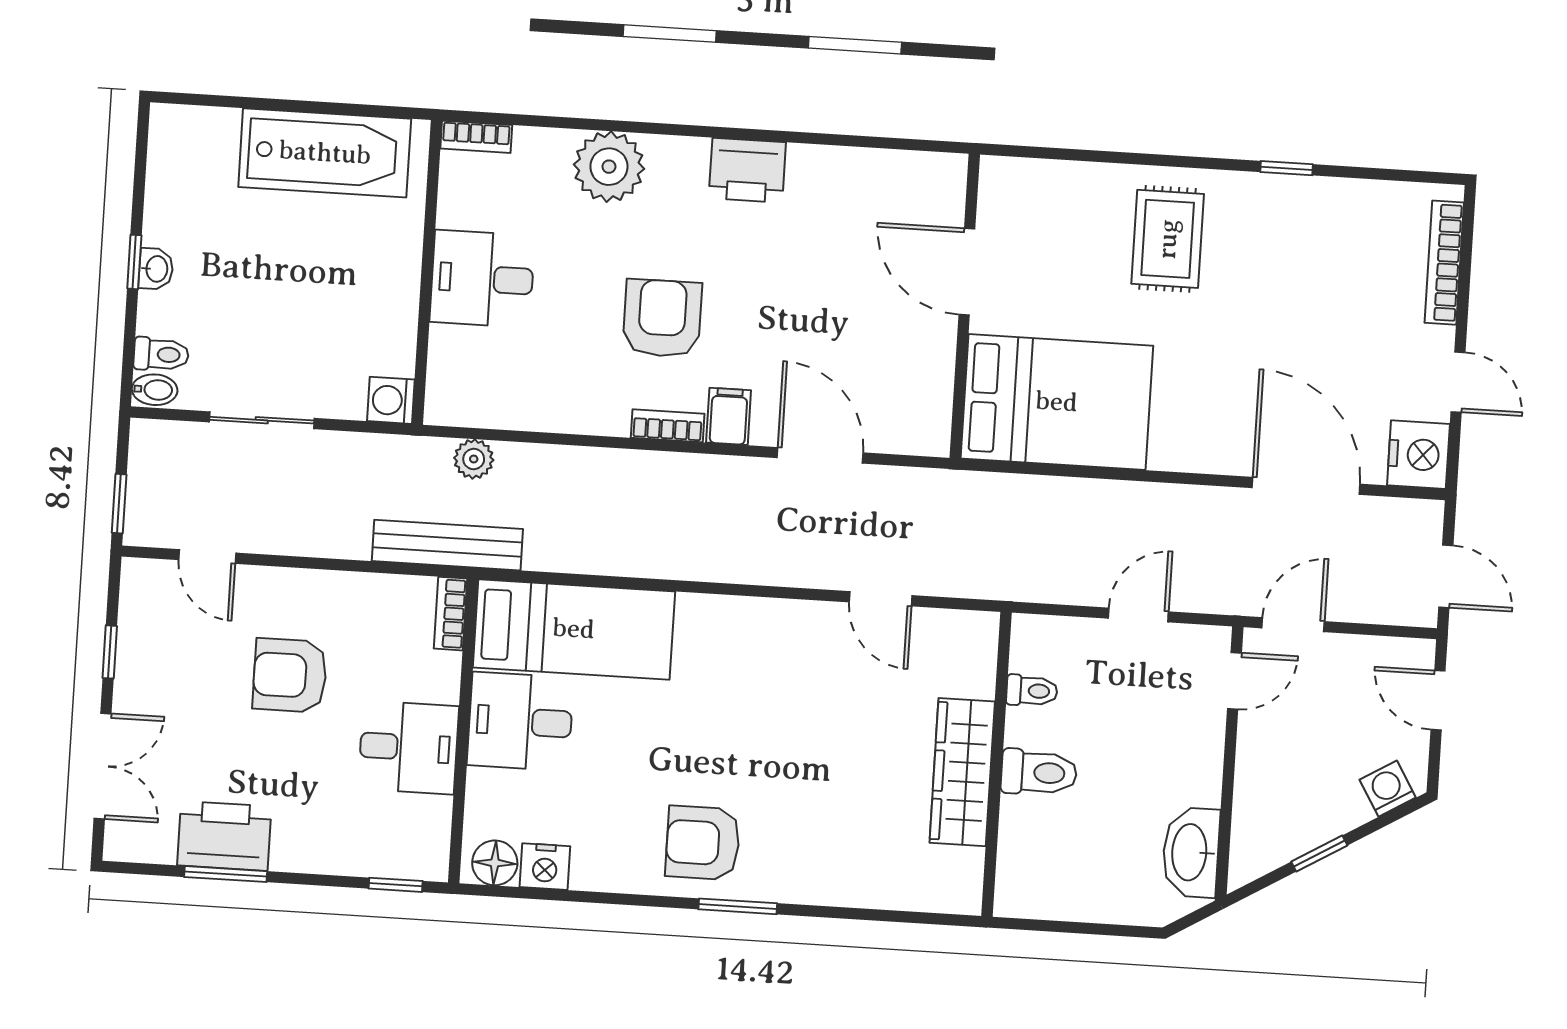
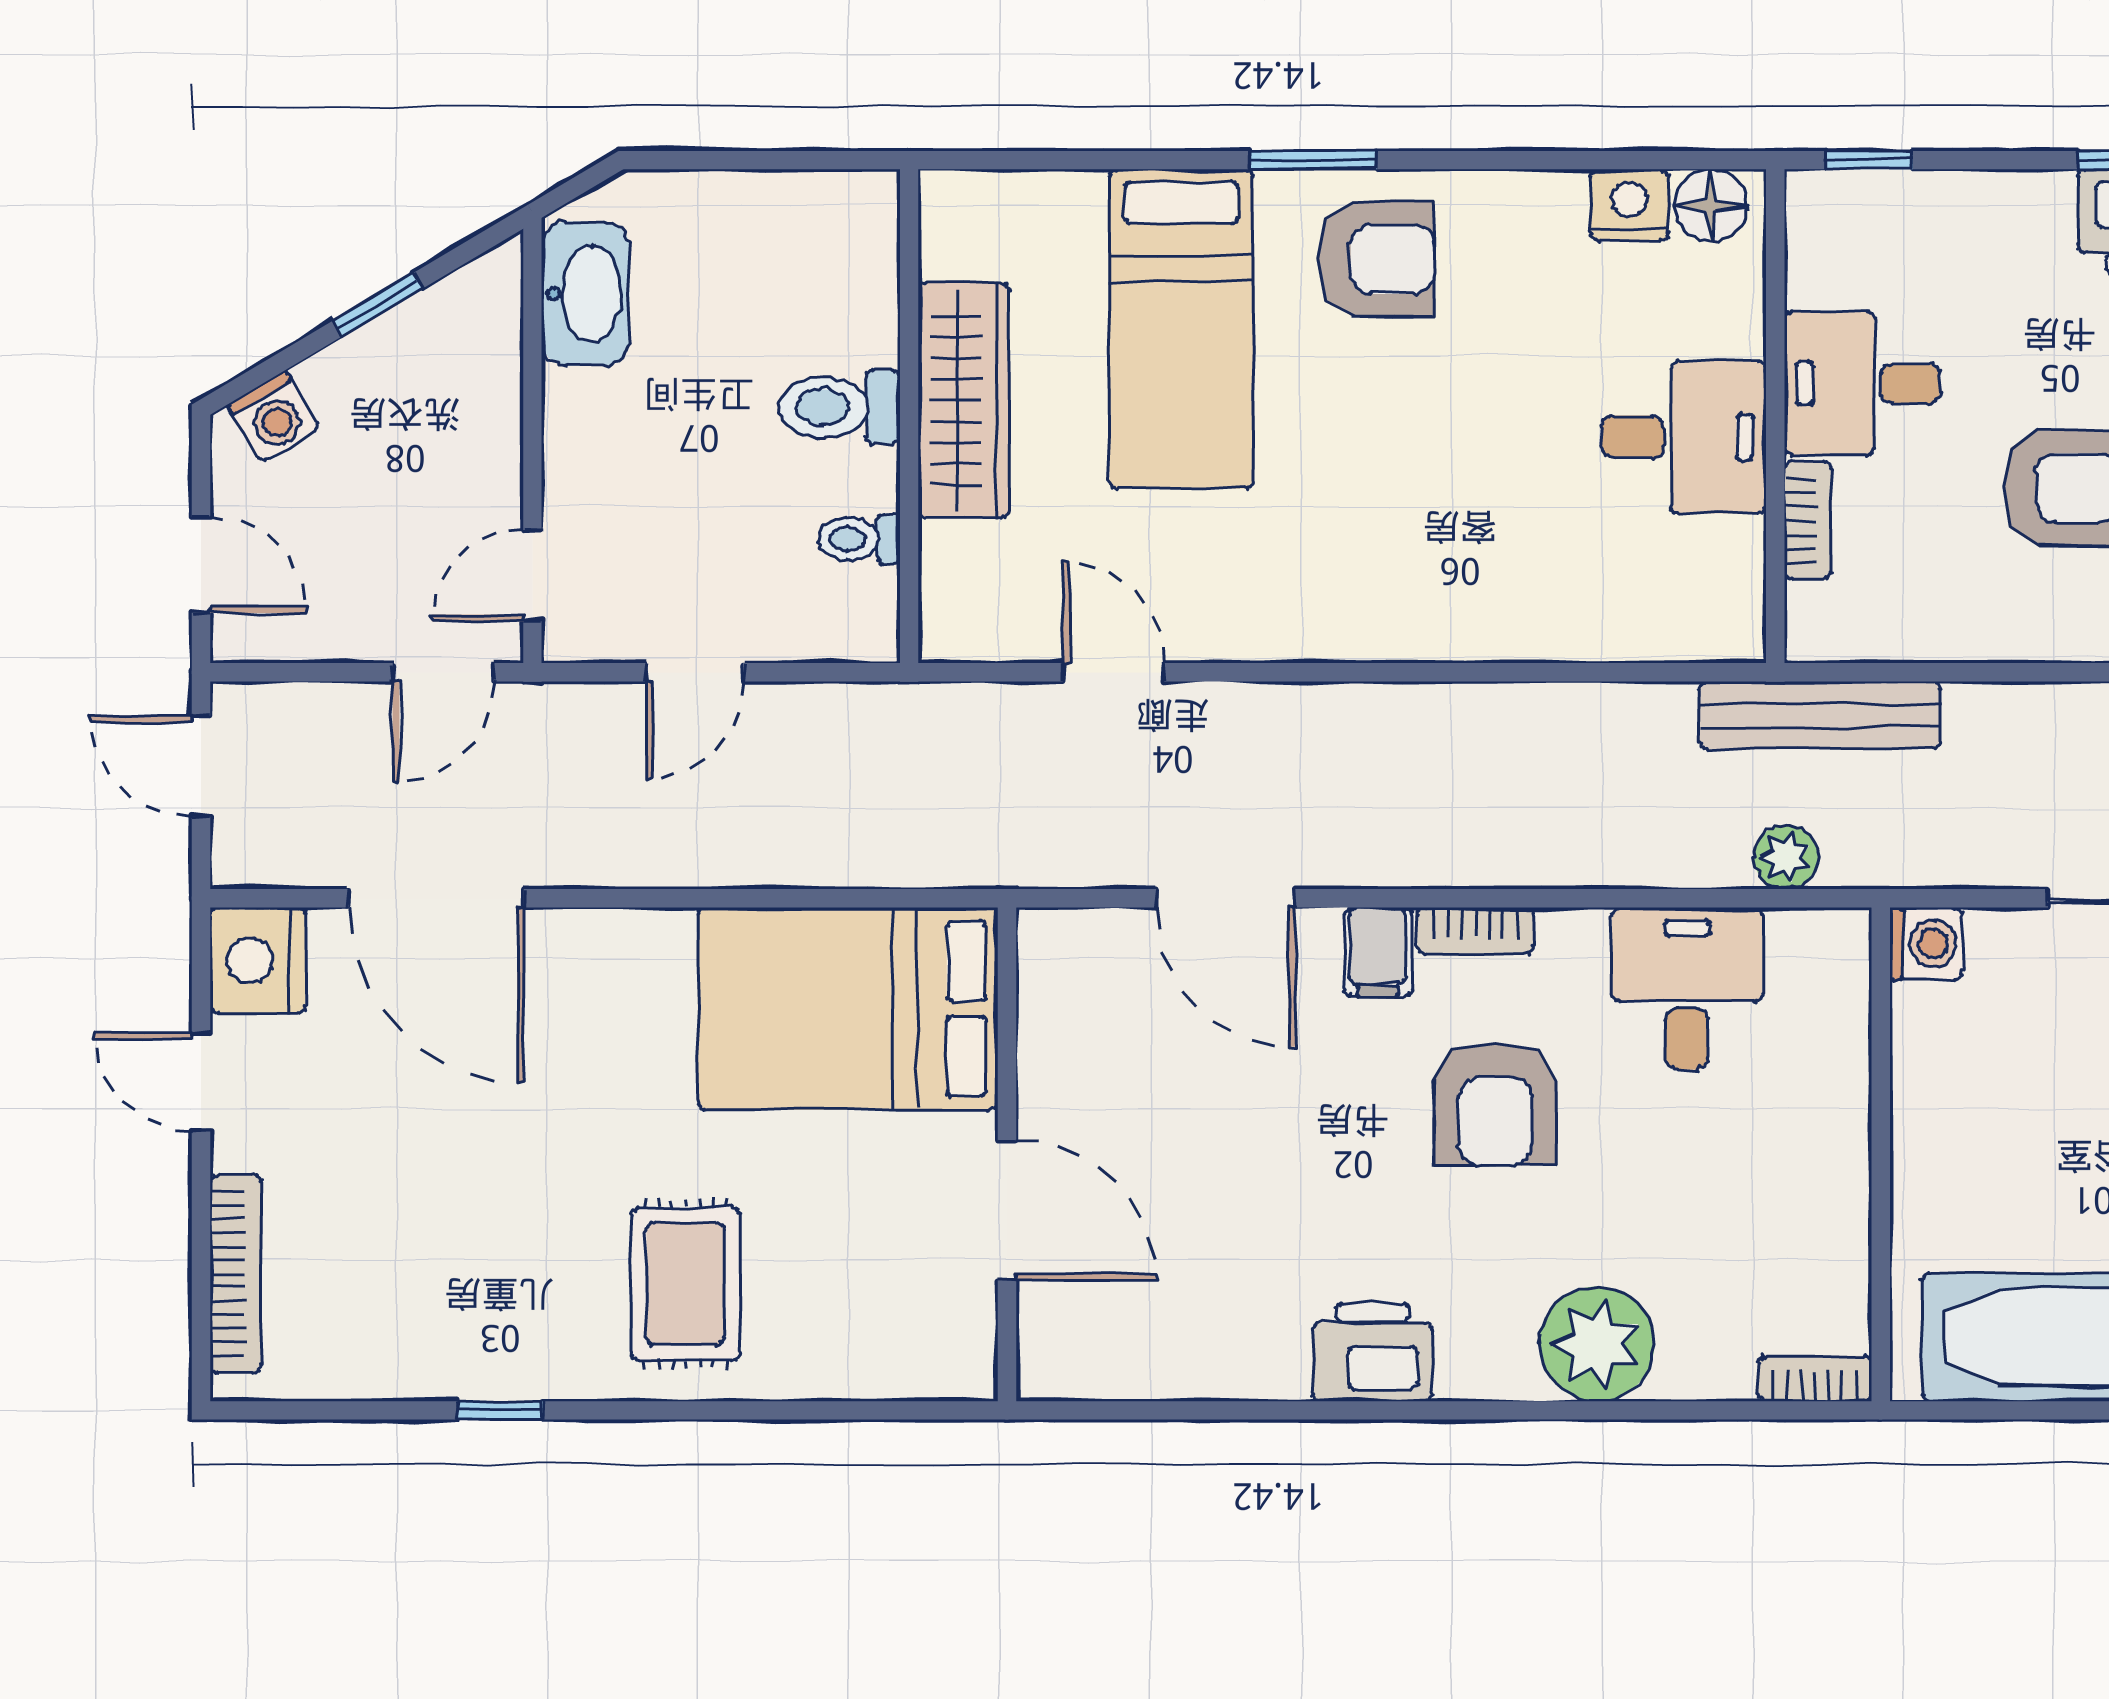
desk: (482, 279) -> (1687, 988), moved, turned -90
bookcase: (451, 614) -> (1808, 520), moved
bed: (574, 629) -> (1181, 329), moved, turned -90

